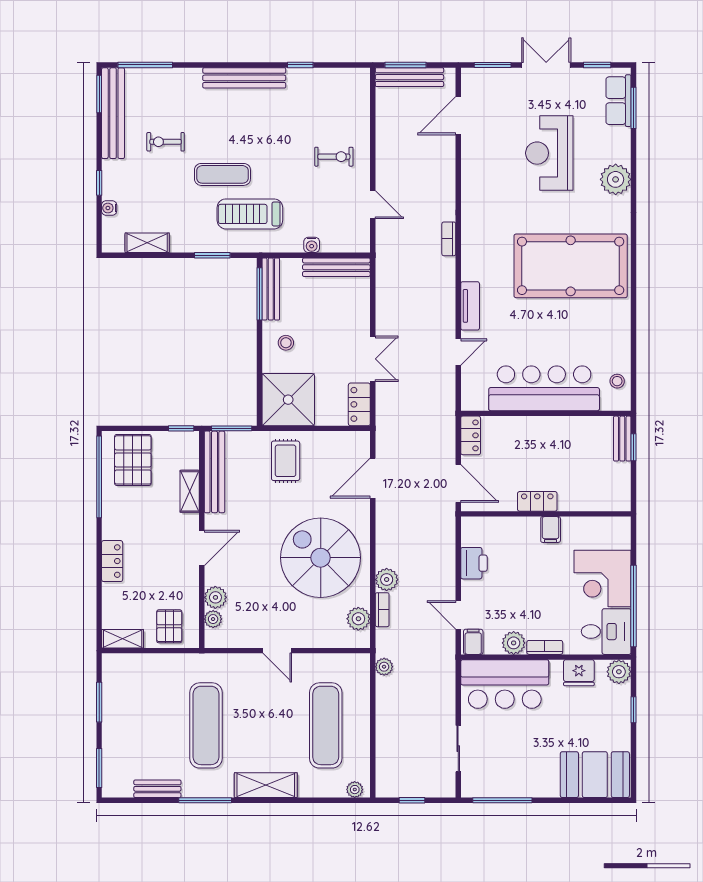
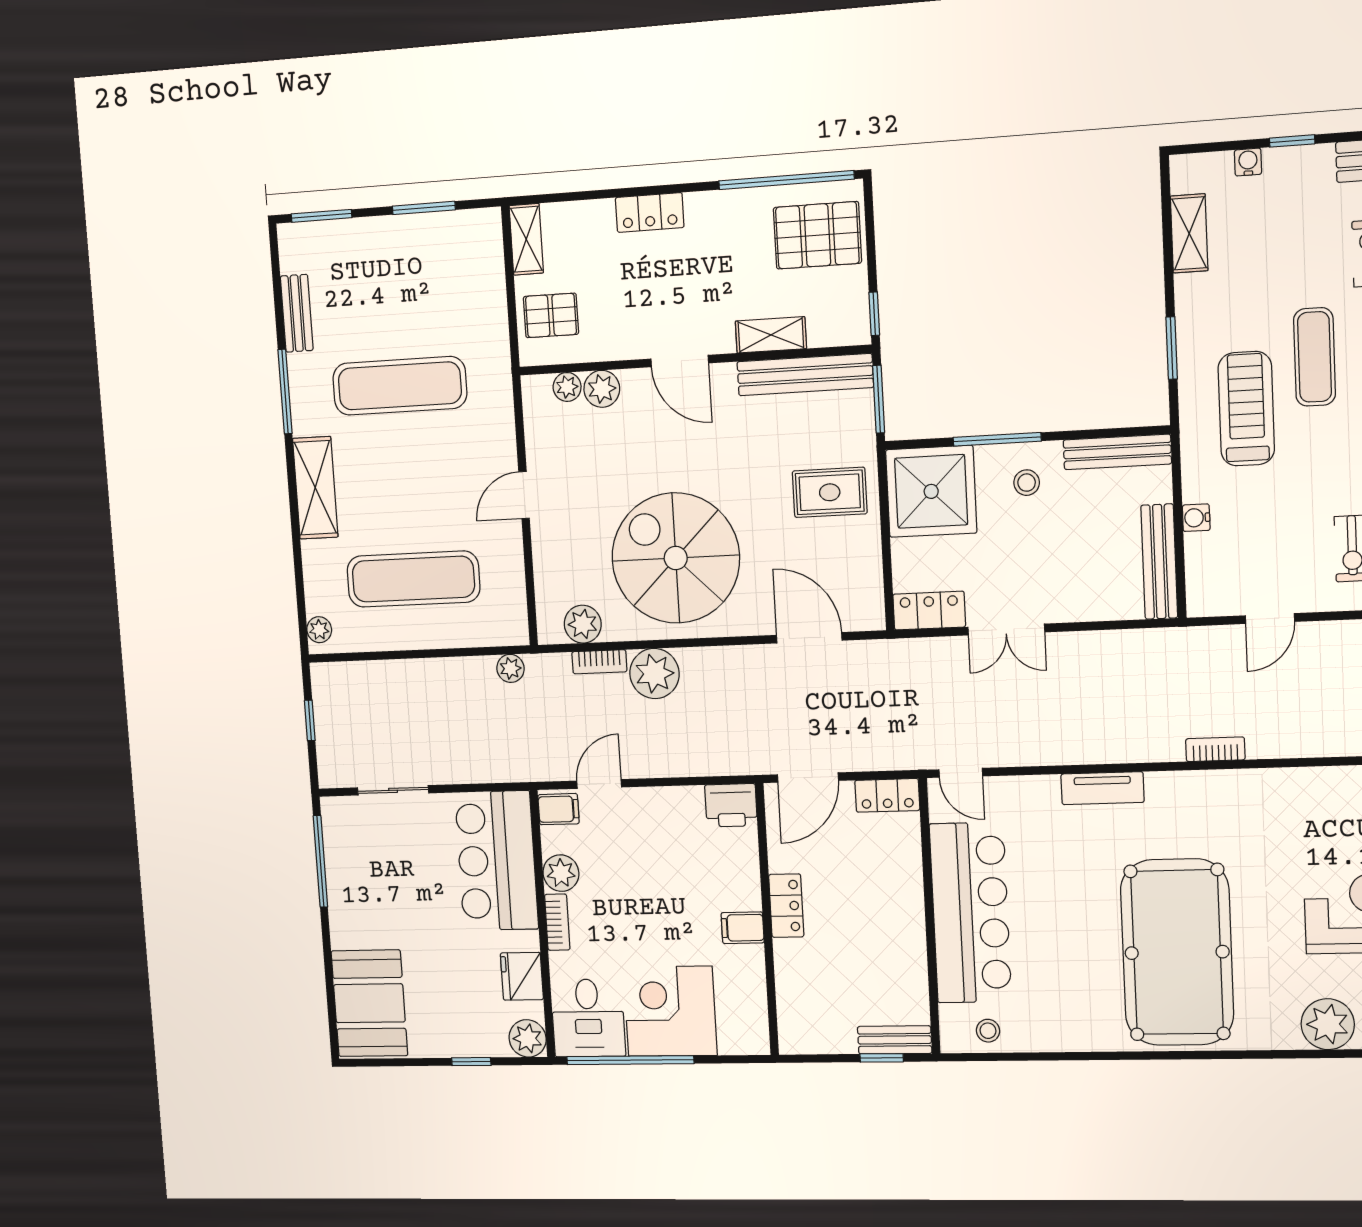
window: (259, 294) -> (997, 439), moved
door: (458, 352) -> (961, 773), moved
spiral stairs: (321, 558) -> (676, 558), turned -90
printer: (474, 563) -> (731, 805), moved
plant: (387, 580) -> (654, 674), width x1.36, depth x1.36

